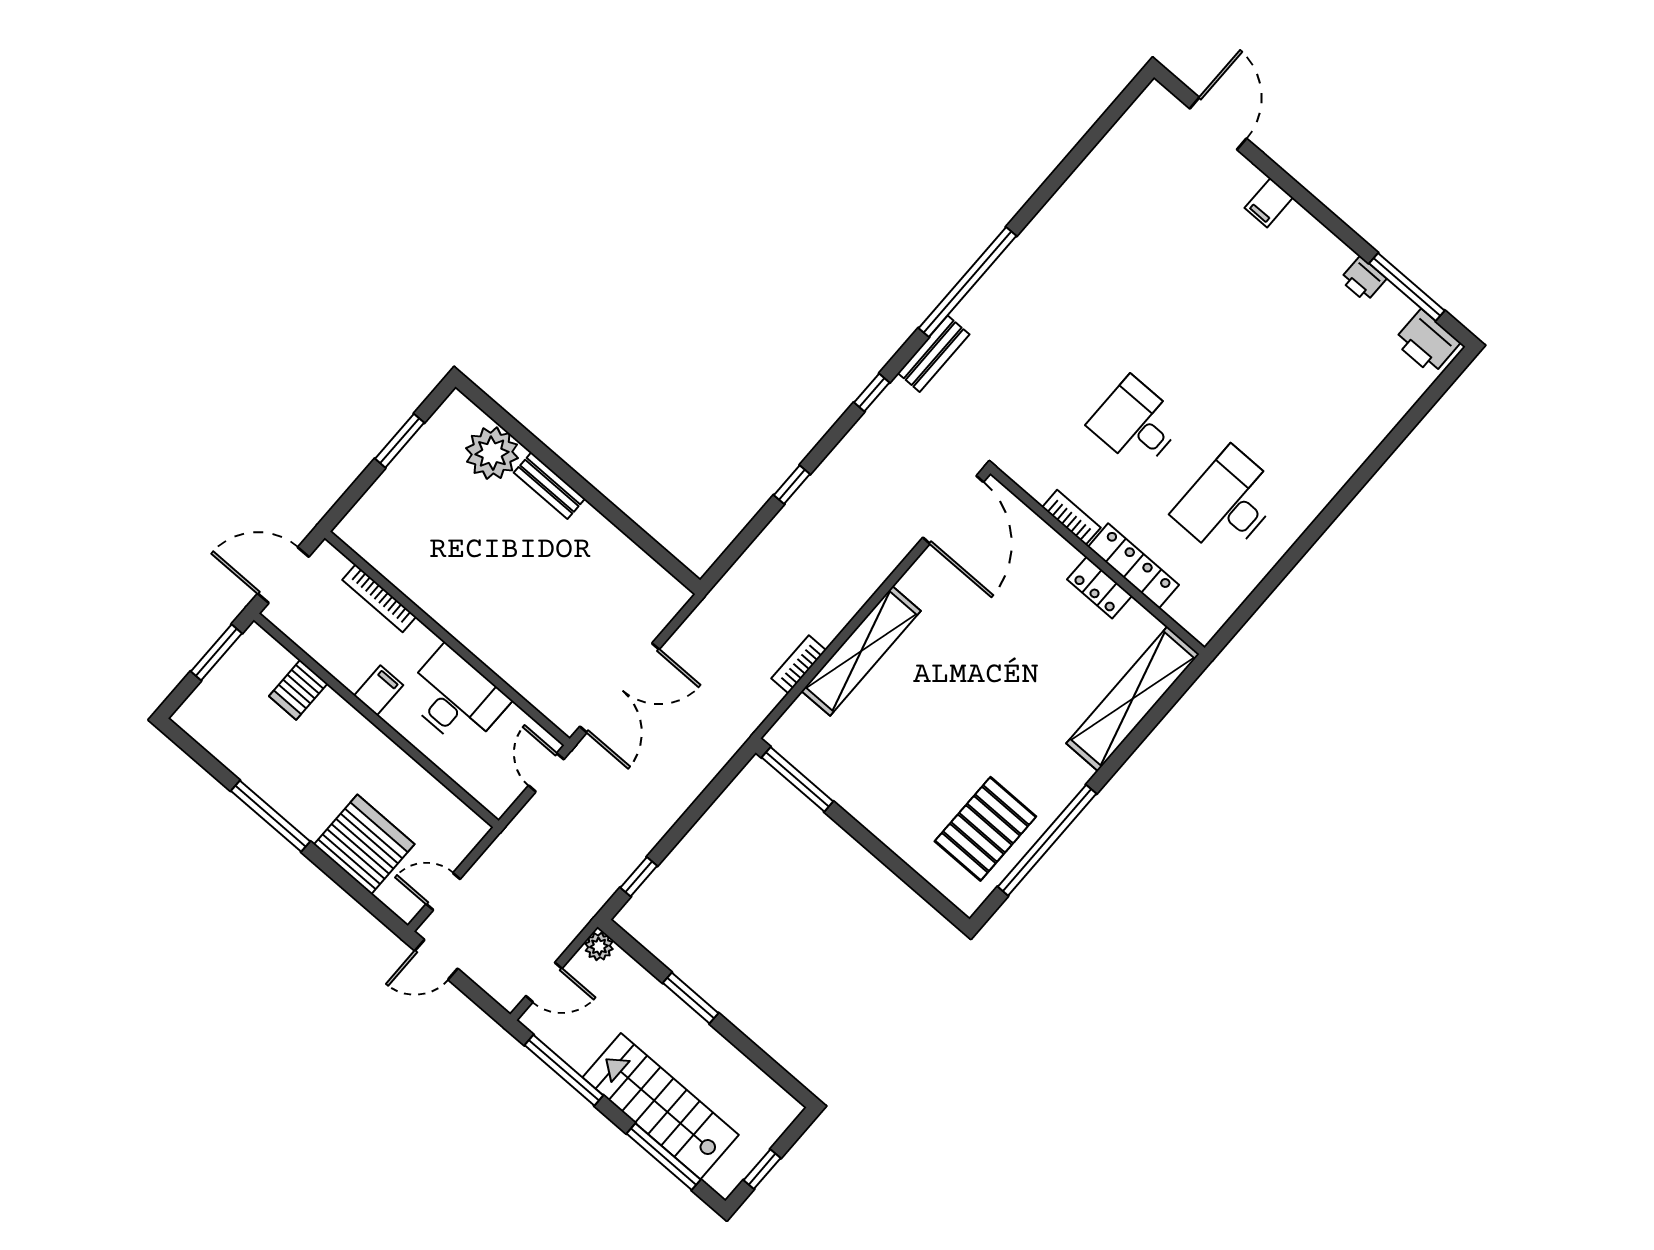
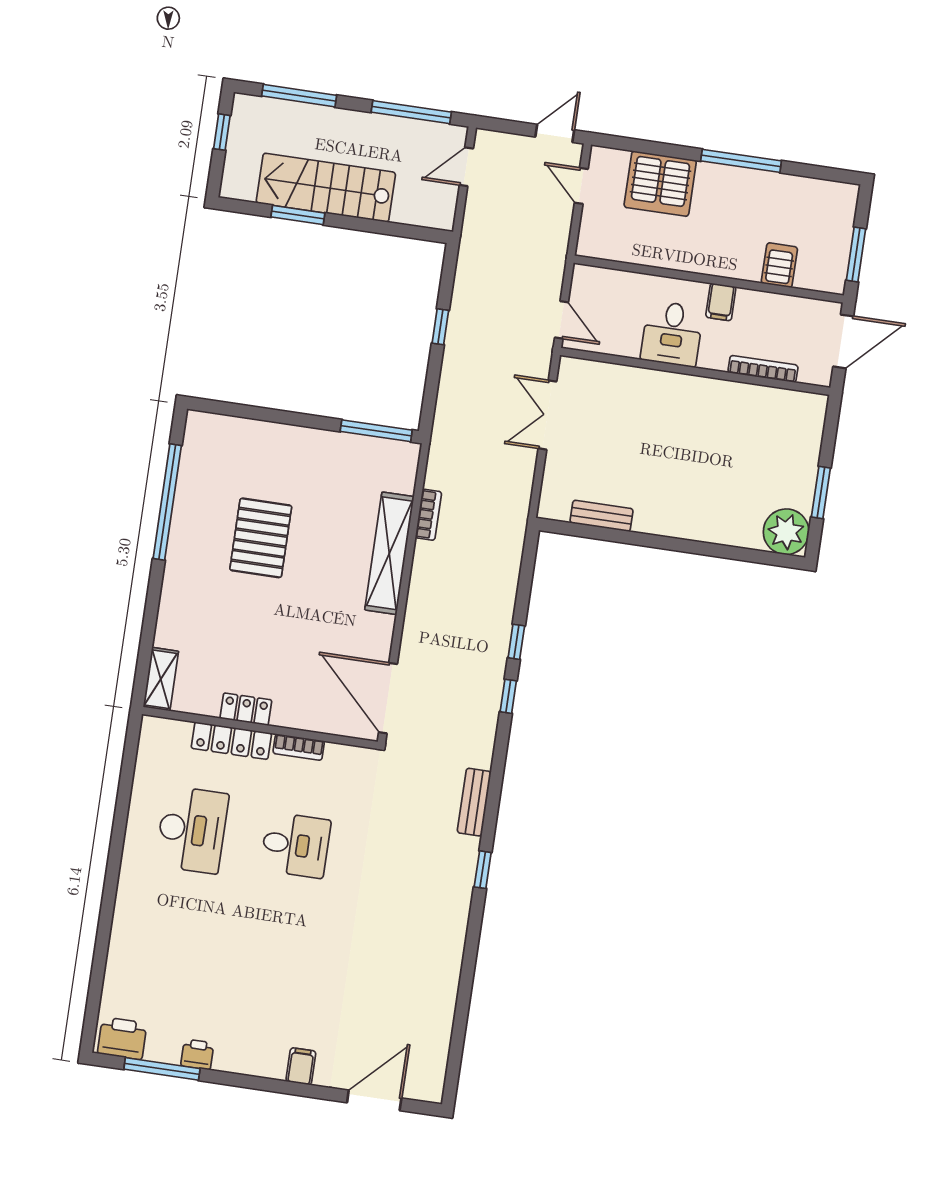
door: (1218, 123) -> (374, 1100), swing flipped
window: (967, 282) -> (483, 870), width x0.32
window: (872, 392) -> (508, 696), moved
plant: (492, 453) -> (786, 532), moved
bench: (549, 486) -> (602, 516), moved
double door: (619, 688) -> (547, 415), width x0.73
desk: (456, 698) -> (672, 334), width x0.73
shelving: (1133, 699) -> (161, 679), width x0.45, depth x0.75
pallet: (985, 829) -> (261, 538), moved
window: (639, 877) -> (440, 327), moved
door: (443, 891) -> (581, 186), swing flipped
plant: (599, 946) -> (443, 218), removed
window: (691, 998) -> (298, 215), moved
stairs: (661, 1106) -> (326, 188), moved, turned 180

